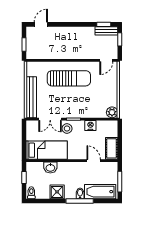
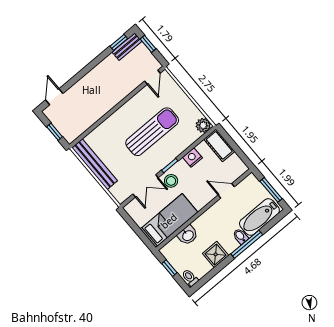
sun lounger: (69, 78) -> (152, 132), moved
bench: (31, 97) -> (95, 164), moved
cot: (112, 148) -> (219, 145), moved

